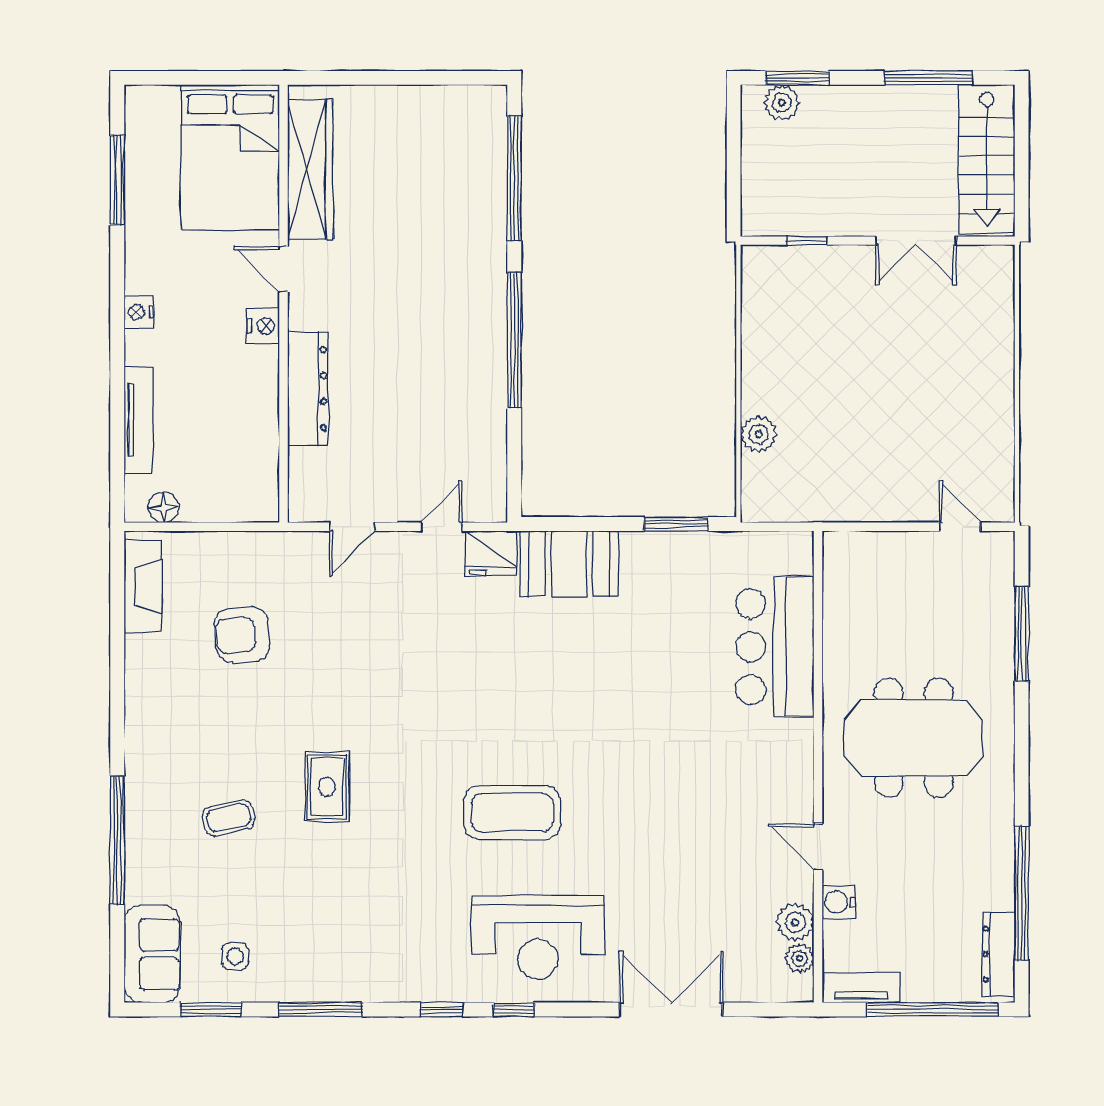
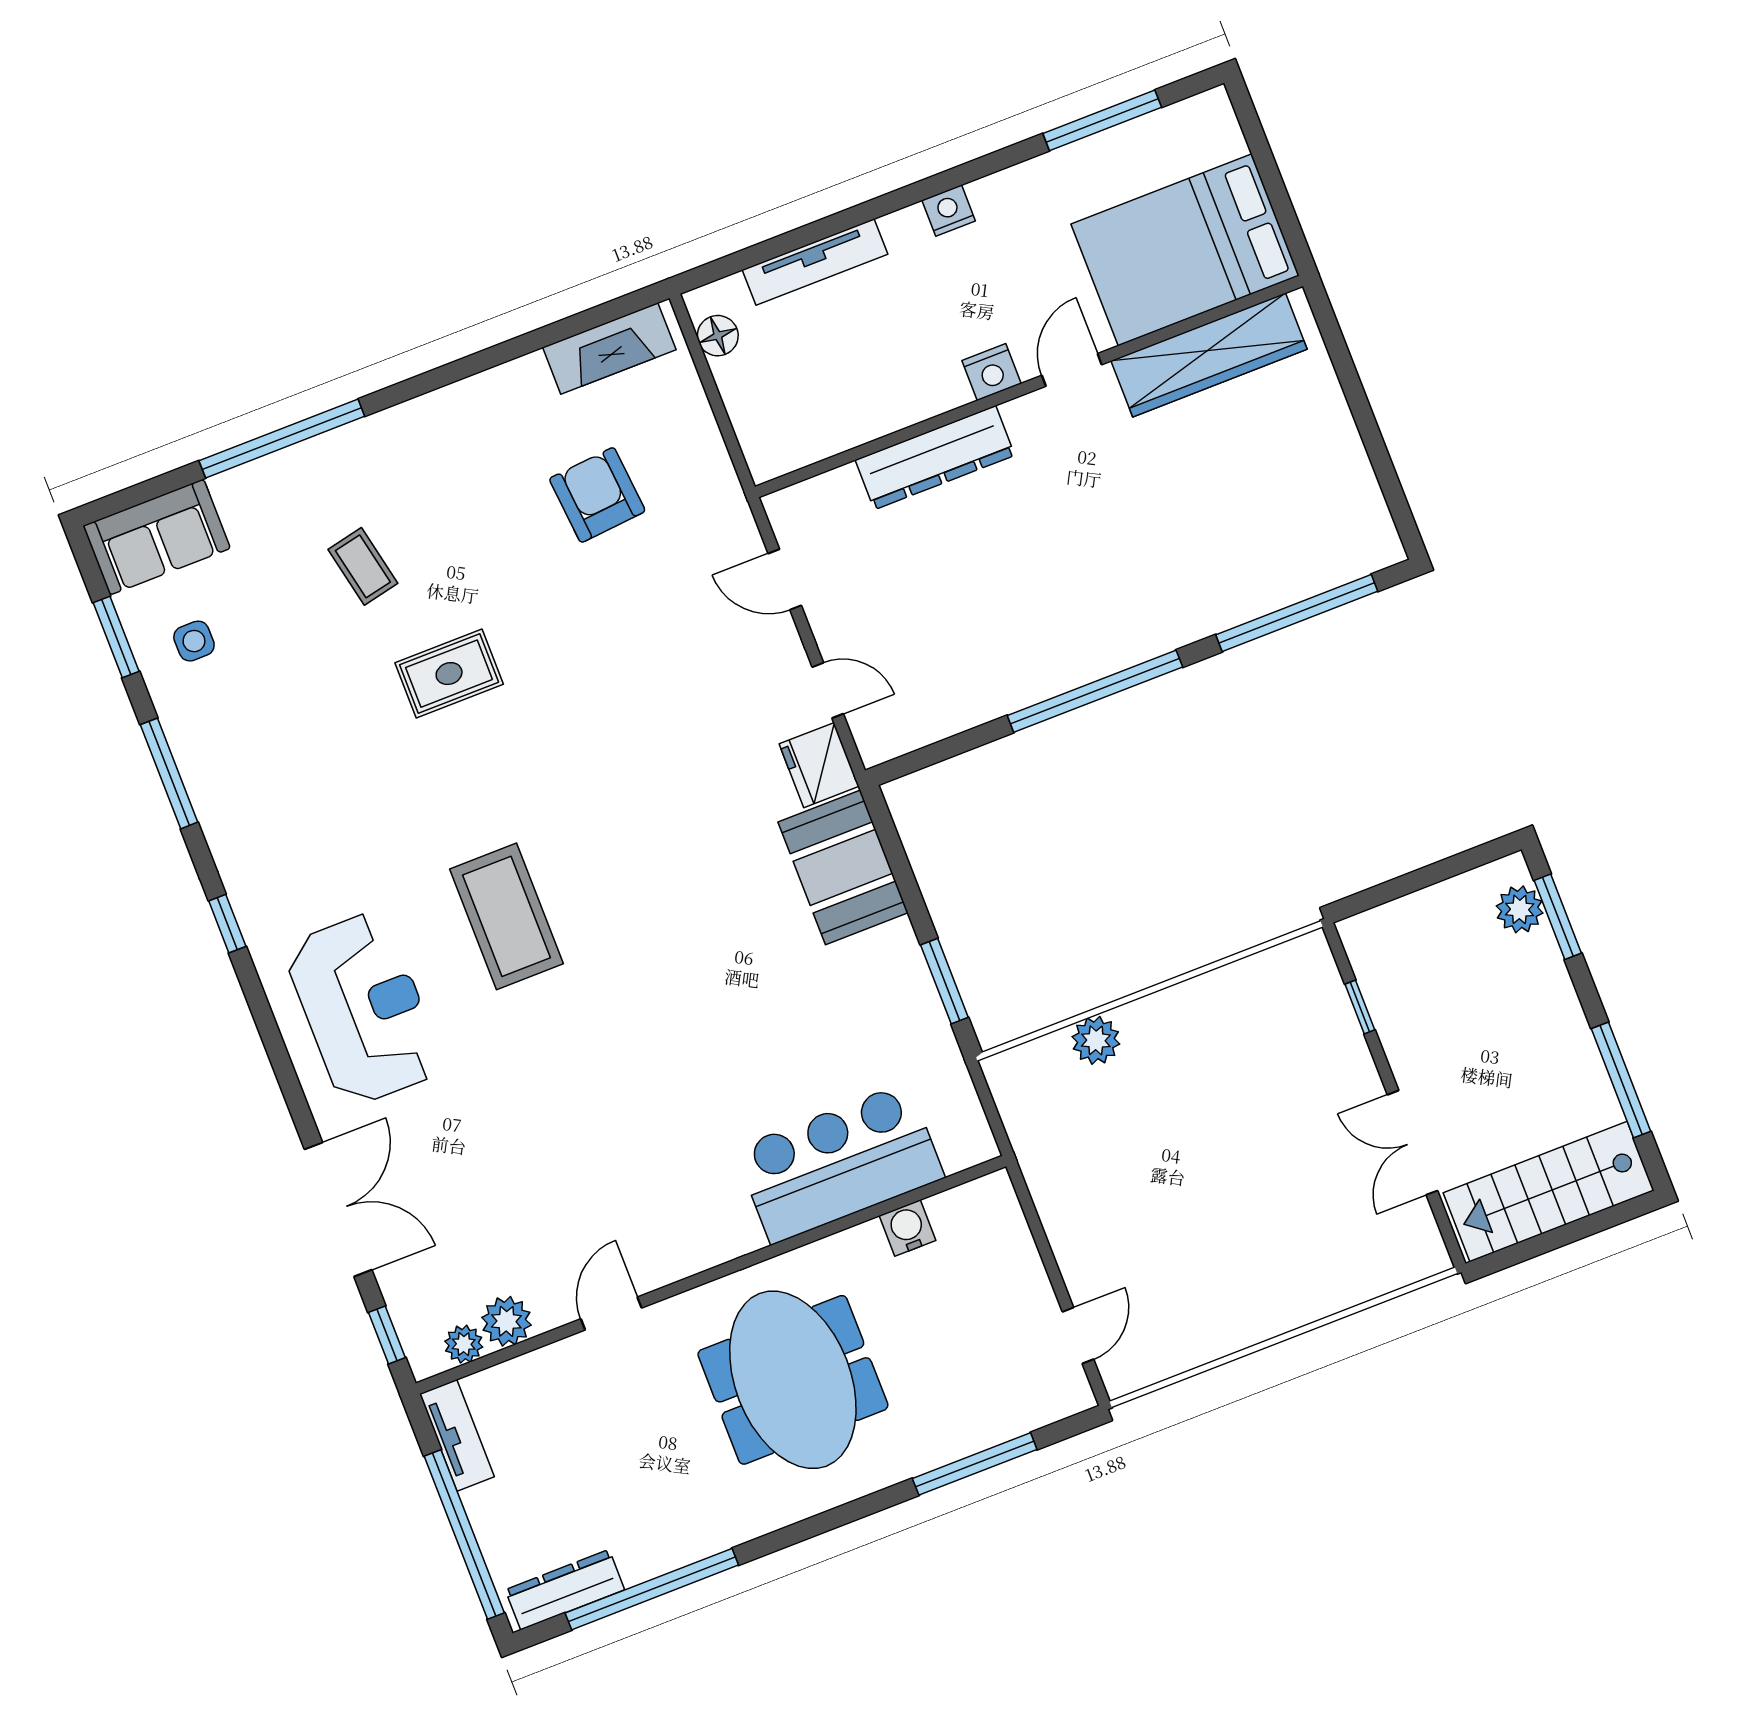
water cooler: (839, 902) -> (907, 1228), moved
reception desk: (538, 937) -> (364, 1009), turned 180
window: (514, 1010) -> (387, 1335), moved

